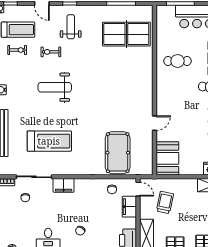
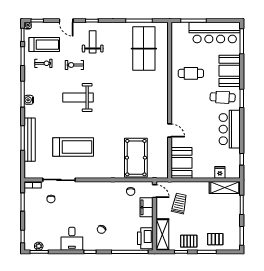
table tennis table: (126, 34) -> (144, 49), turned 90
door: (154, 123) -> (170, 131), hinge flipped
filing cabinet: (64, 185) -> (86, 188), removed

